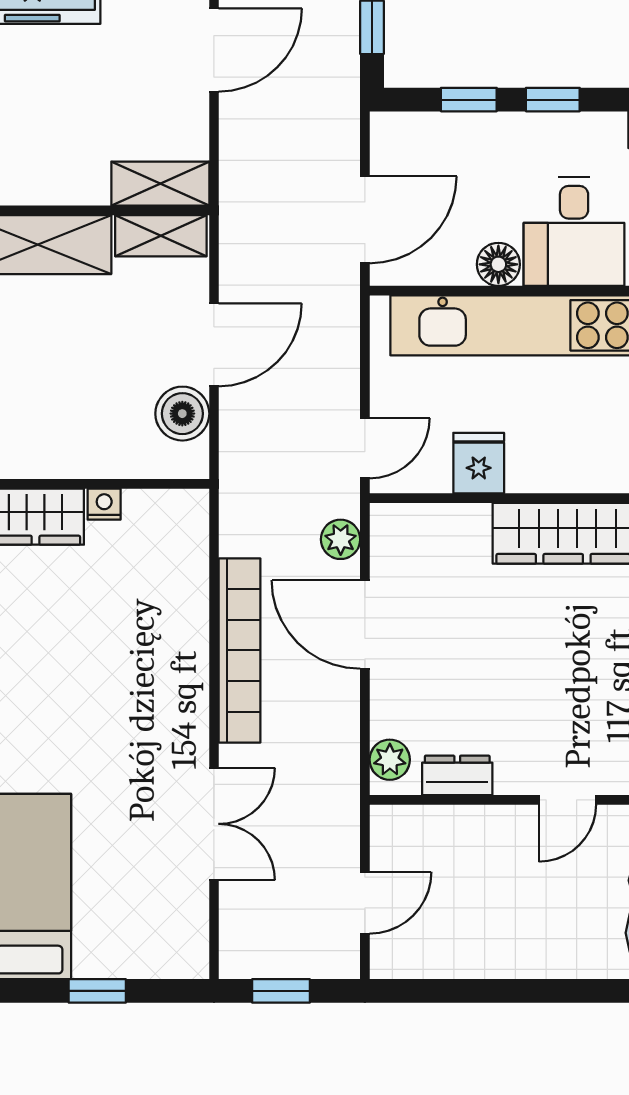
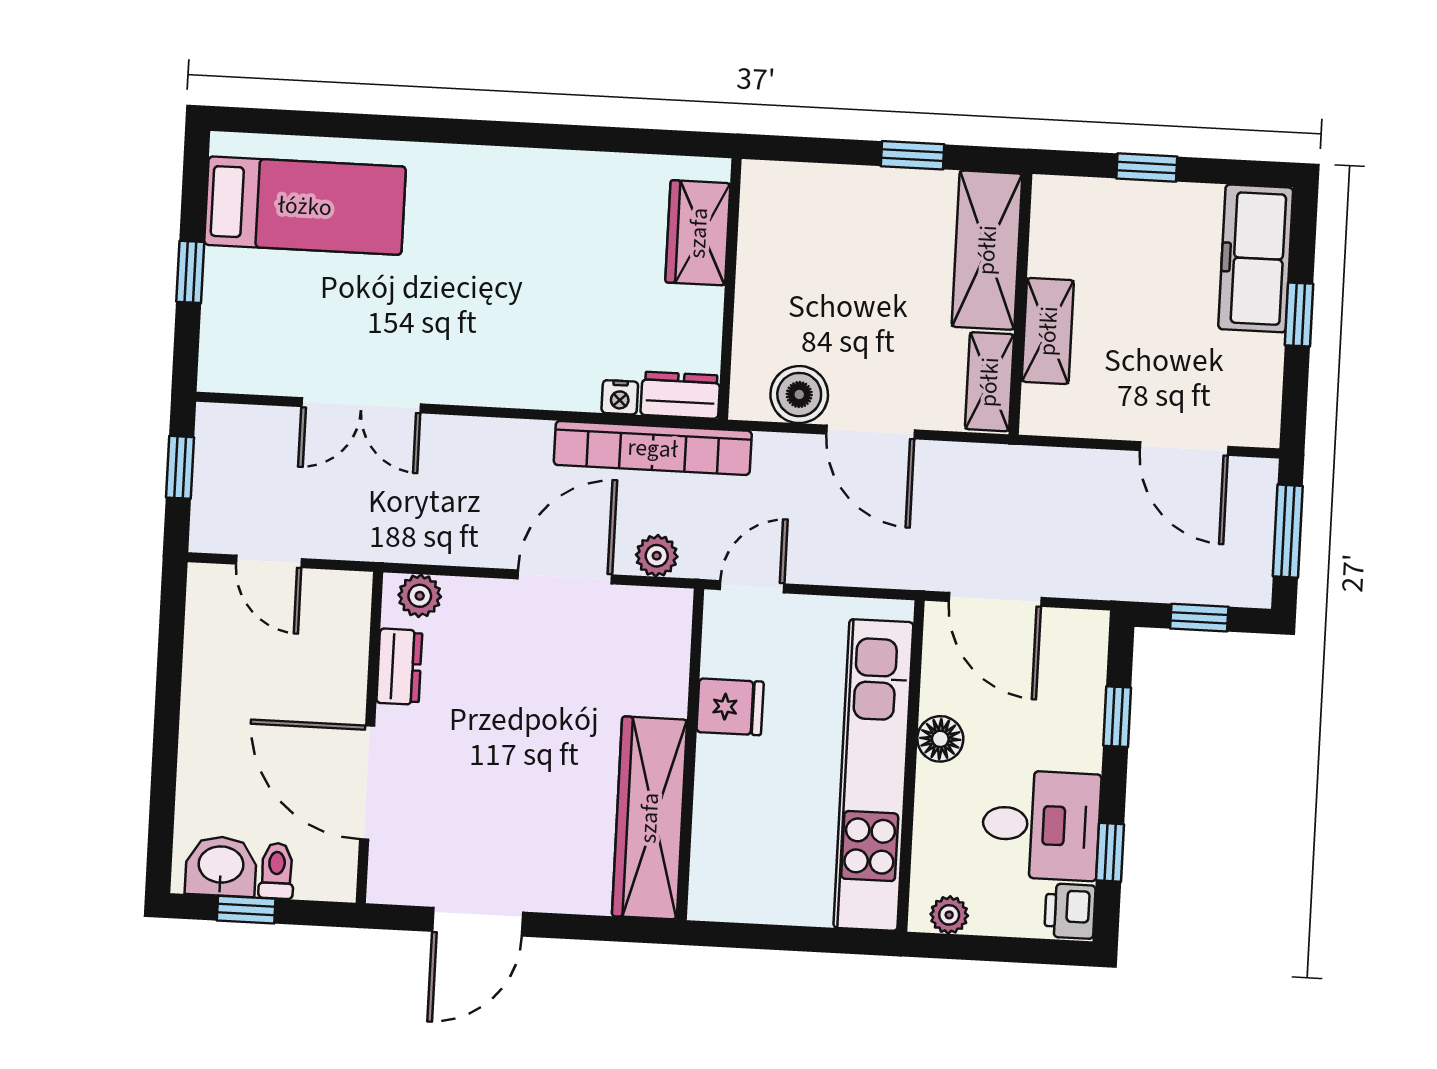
window: (553, 100) -> (1110, 852), moved
shelving: (160, 184) -> (1048, 331), moved
desk: (574, 232) -> (1041, 825), moved, turned 180
door: (365, 448) -> (752, 587), swing flipped
nightstand: (104, 504) -> (620, 397), moved, turned 90
dresser: (189, 525) -> (680, 395), added
bookcase: (240, 650) -> (653, 448), moved
door: (568, 800) -> (367, 783), width x1.87

